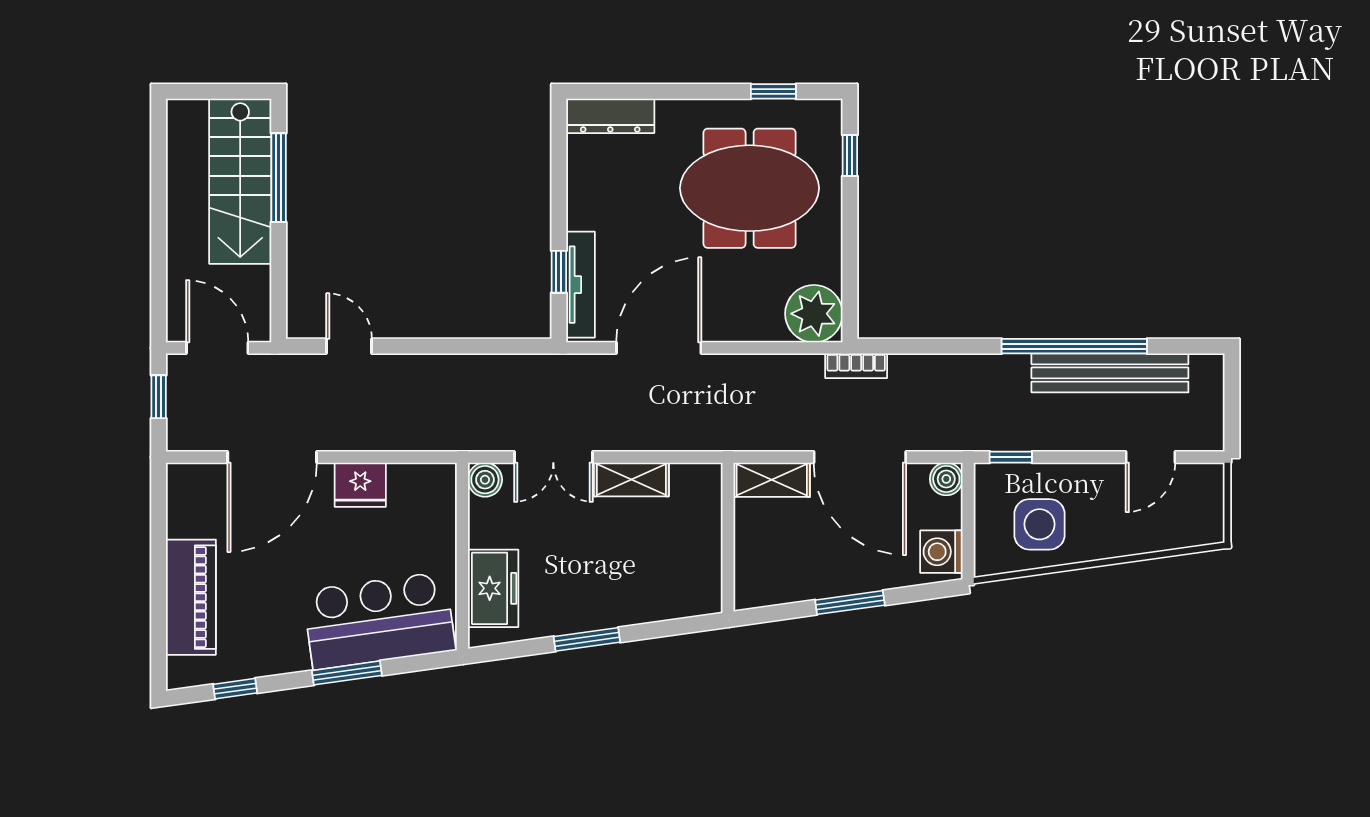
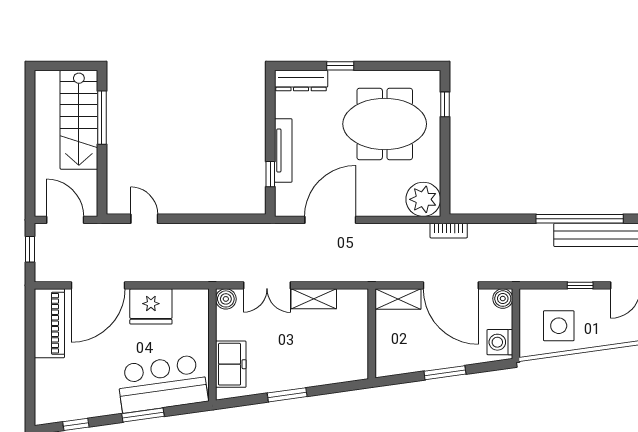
window: (773, 91) -> (340, 66), moved
tv unit: (580, 285) -> (283, 150), moved
window: (1011, 457) -> (580, 285), moved
fridge: (360, 485) -> (151, 306), width x1.36, depth x1.34
piano: (191, 597) -> (49, 323), moved

